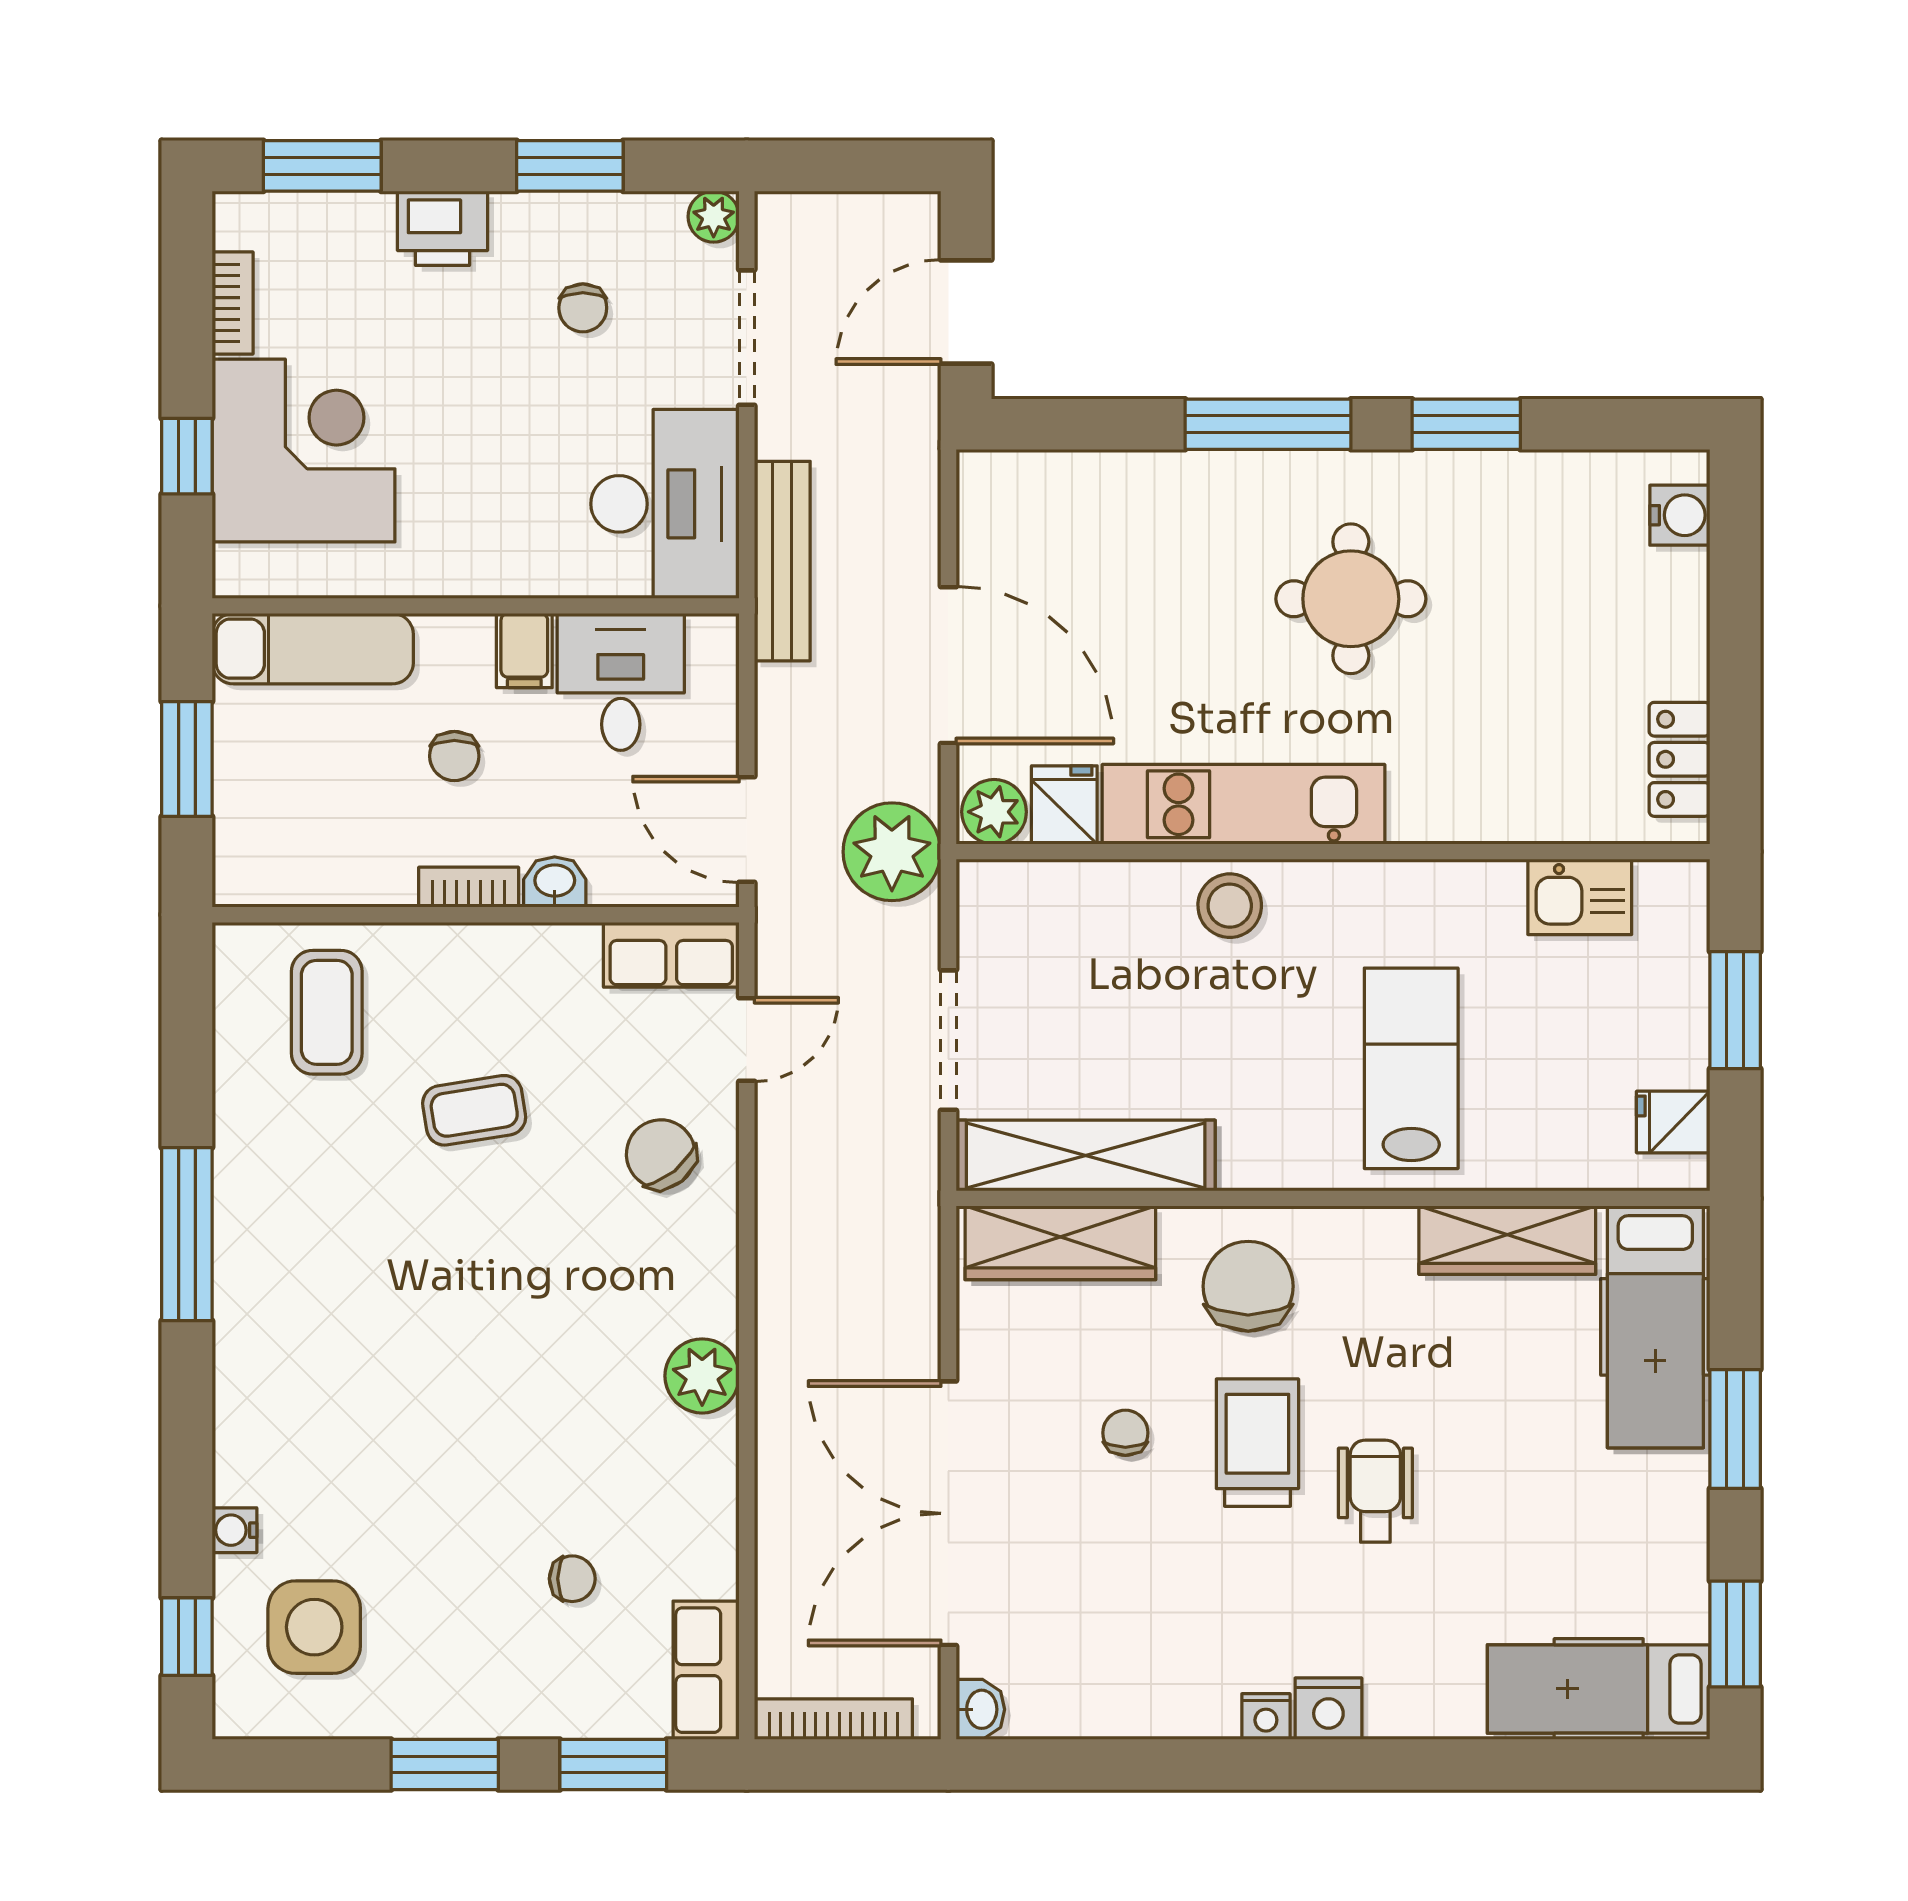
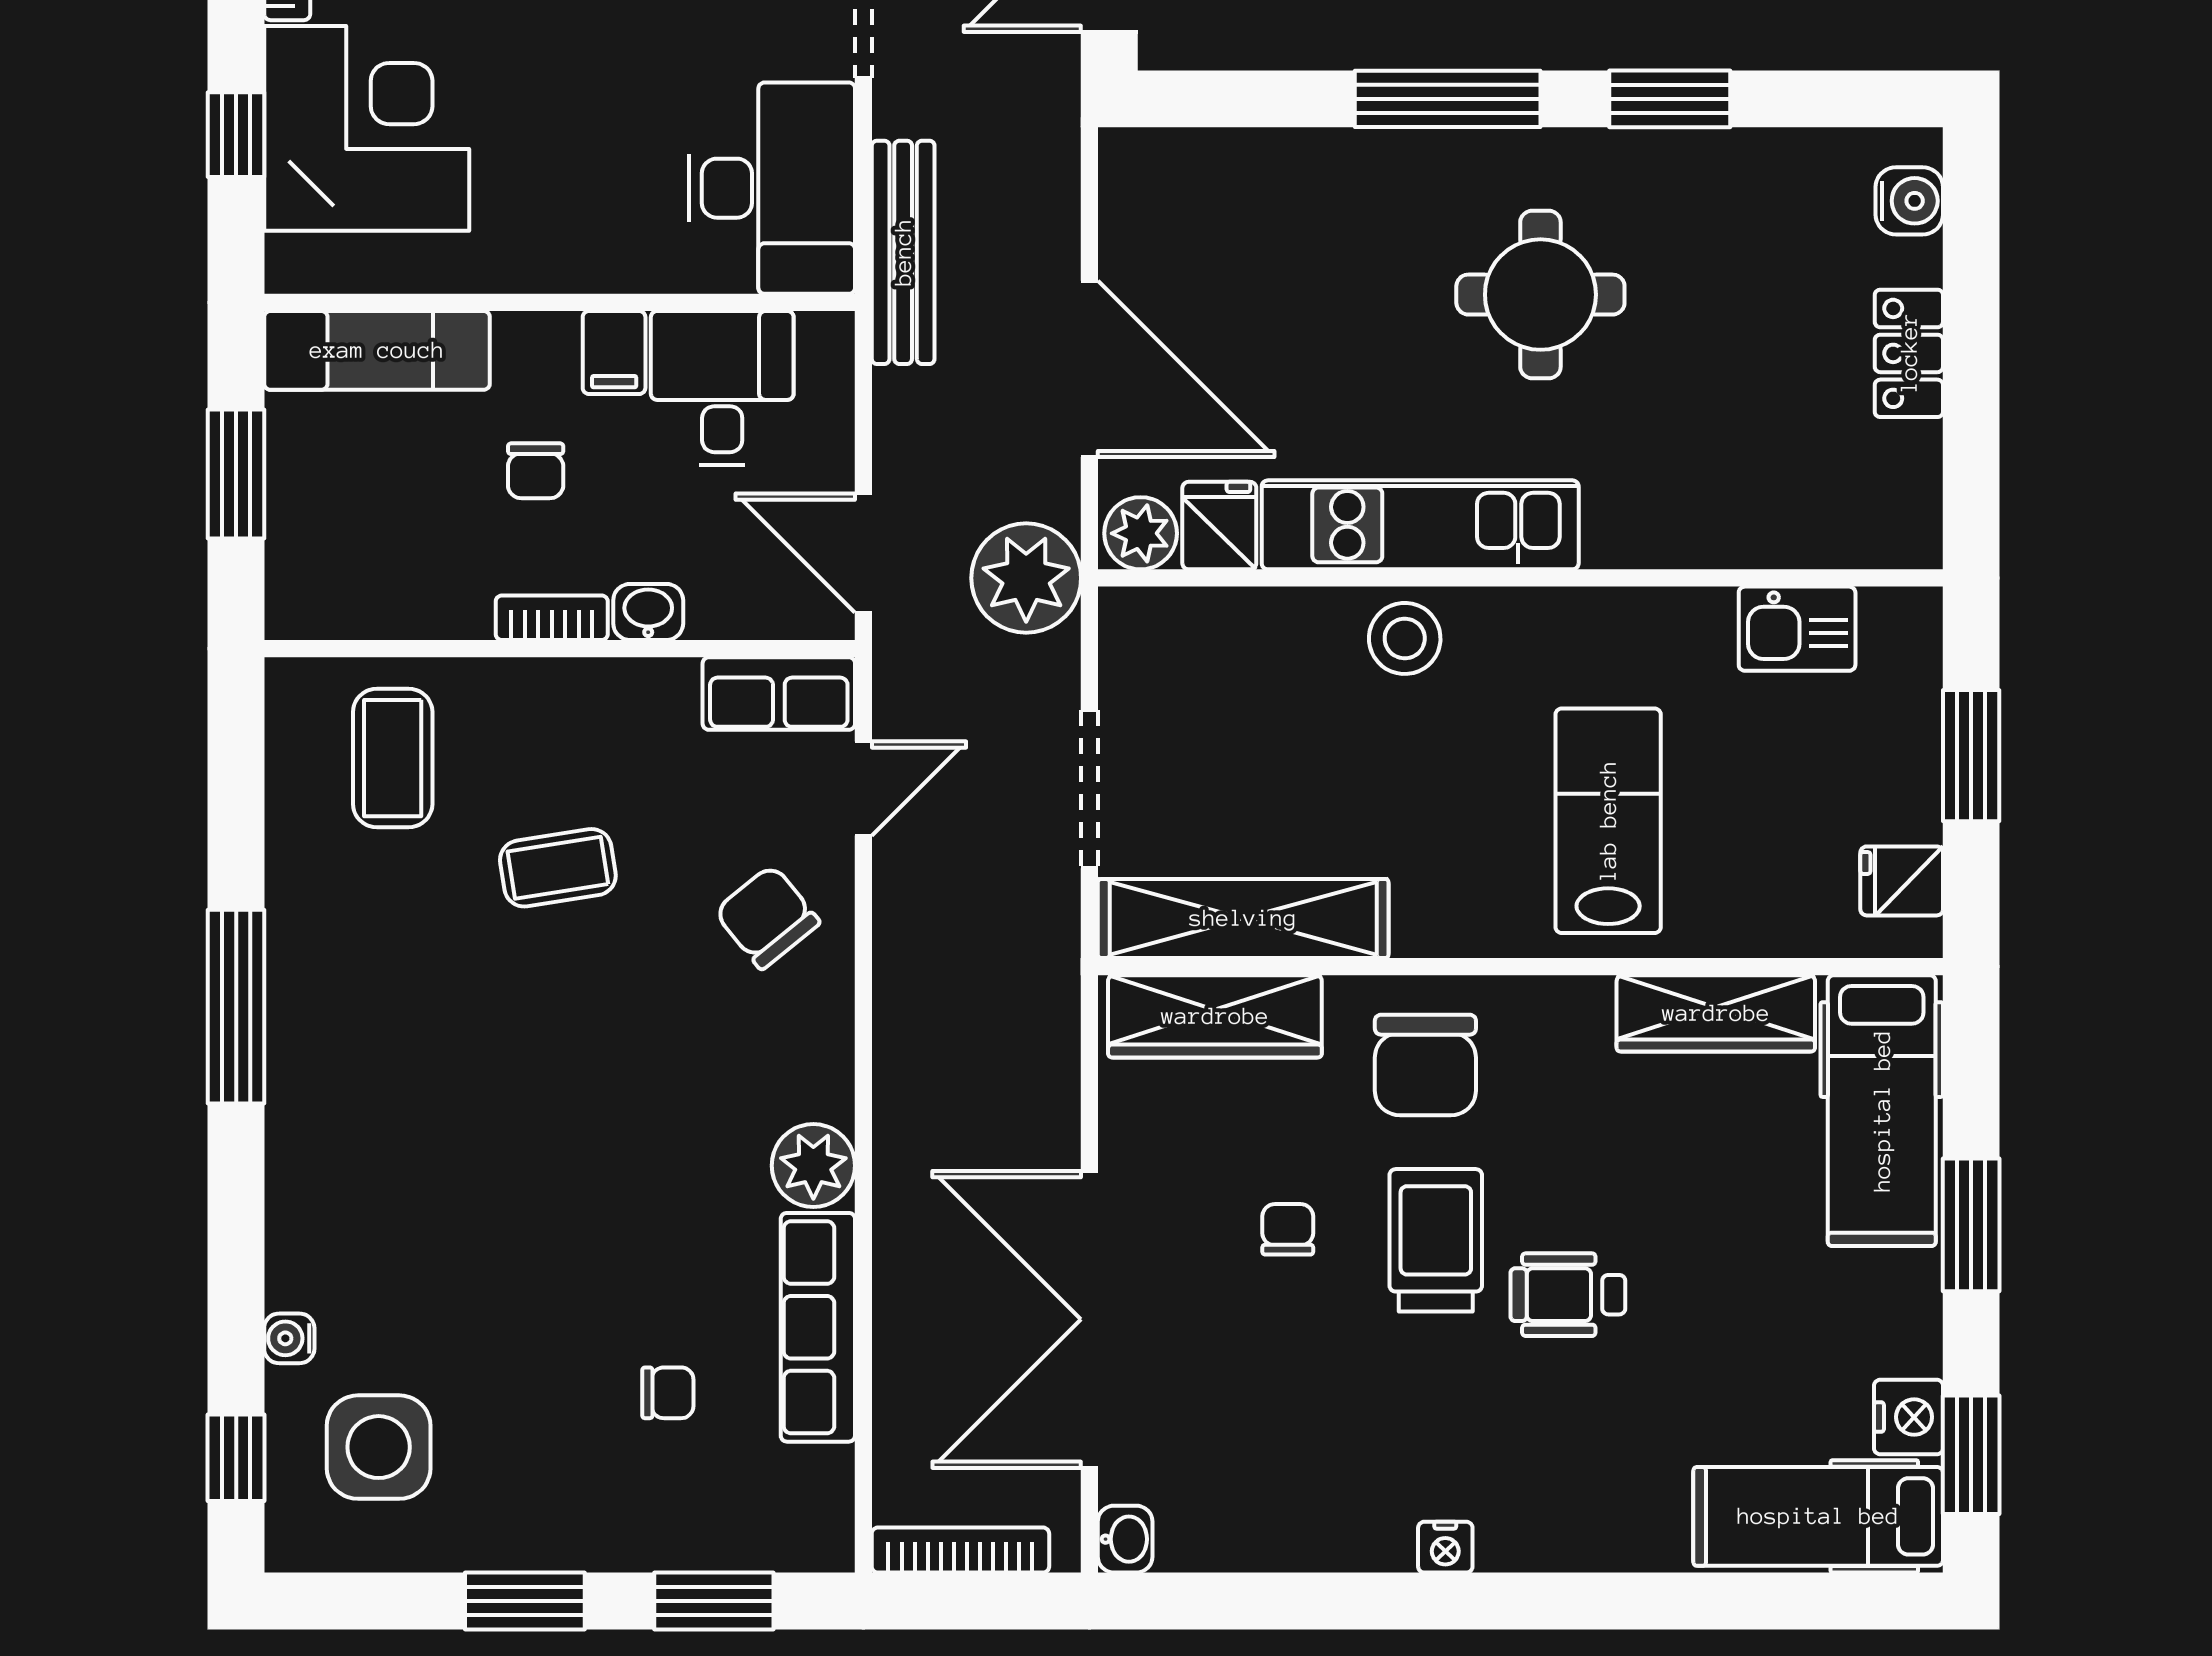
locker: (1680, 759) -> (1909, 353), moved
chair: (1248, 1286) -> (1425, 1065), turned 180
wheelchair: (1375, 1491) -> (1568, 1295), turned -90
row of seats: (706, 1670) -> (818, 1327), moved, width x1.48
nightstand: (1328, 1709) -> (1909, 1417), moved, turned -90

